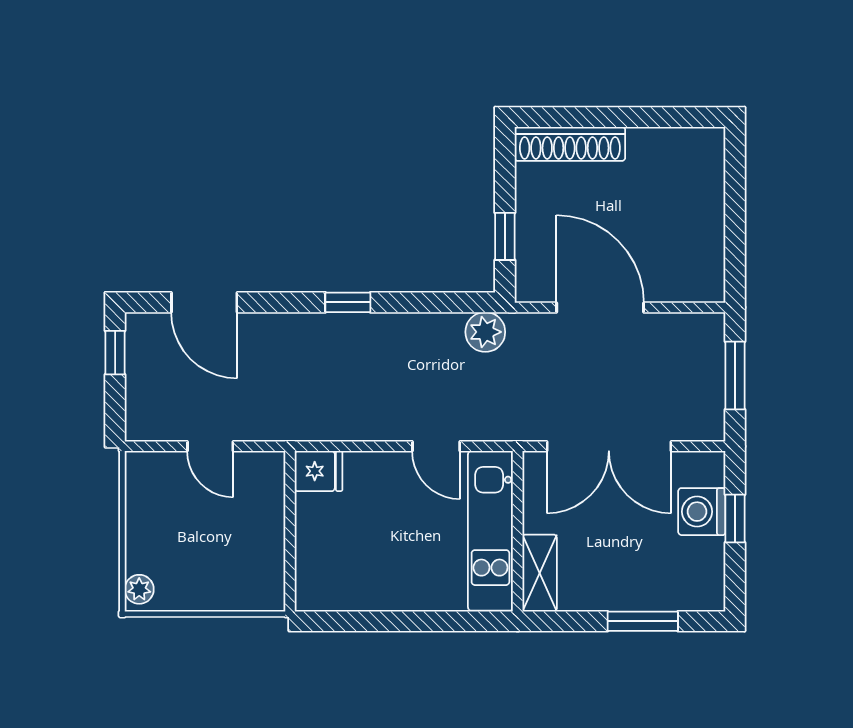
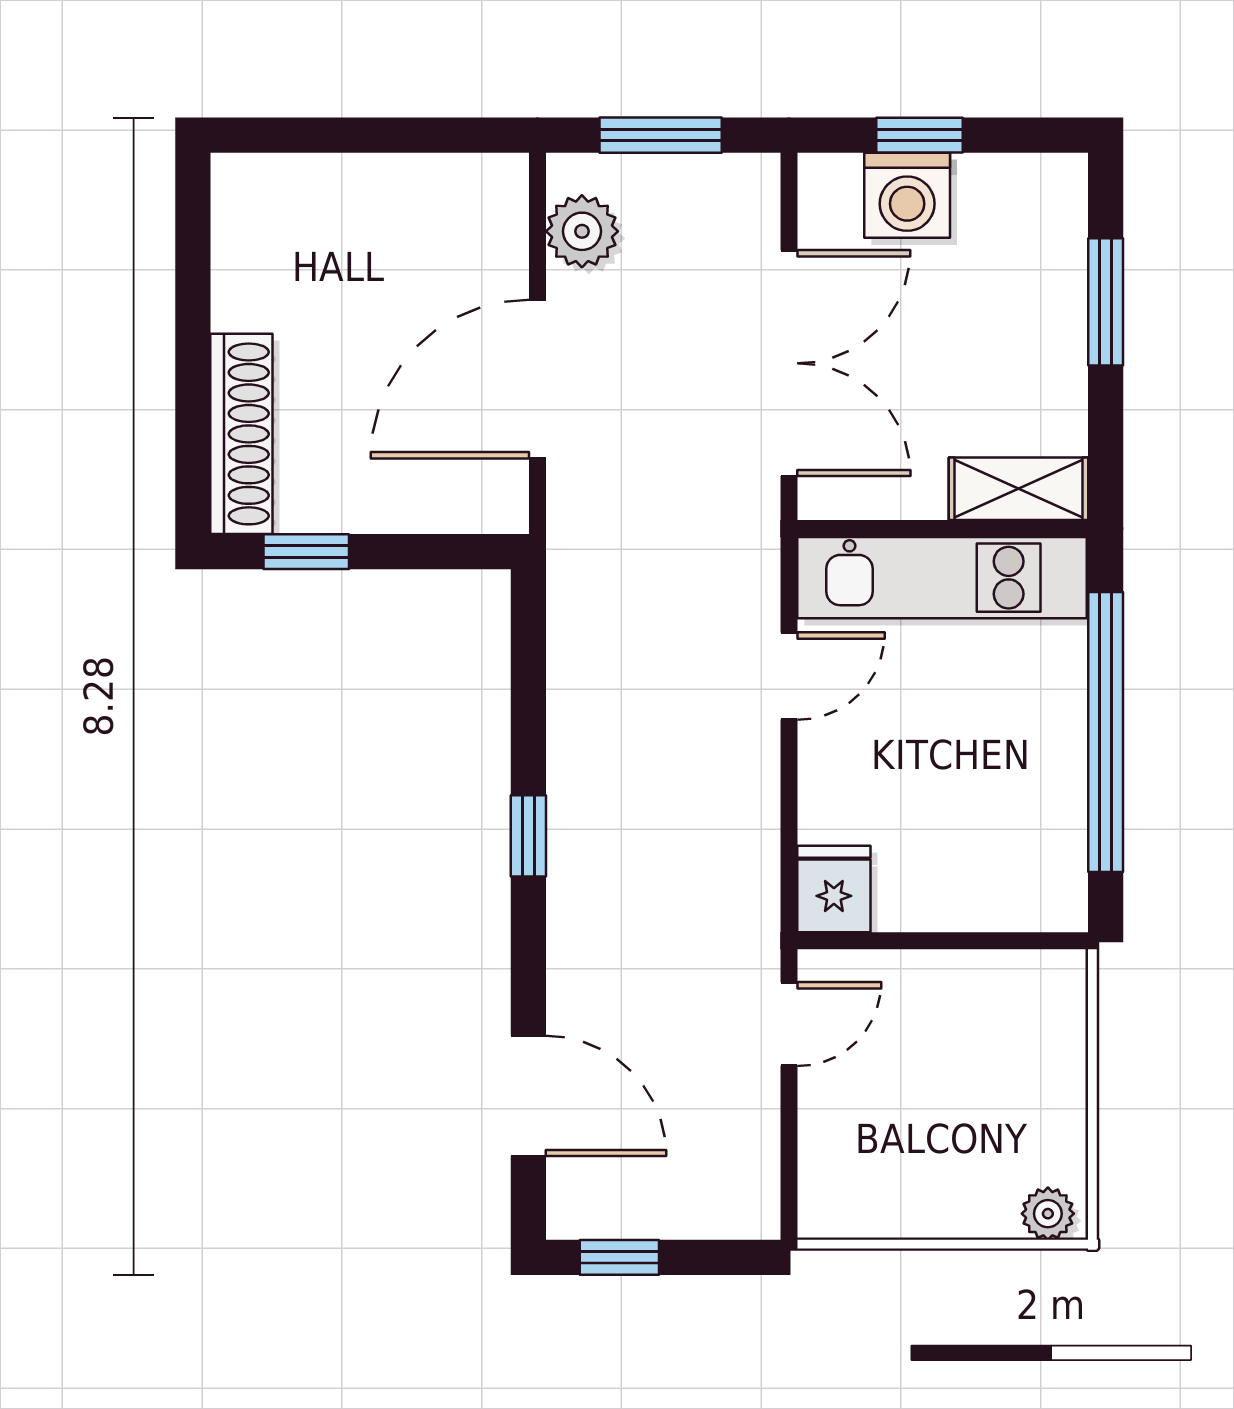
window: (505, 236) -> (306, 552), moved
door: (204, 302) -> (528, 1096), hinge flipped
plant: (485, 332) -> (582, 231), moved
door: (210, 446) -> (789, 1024), moved
window: (405, 621) -> (1106, 732), added

